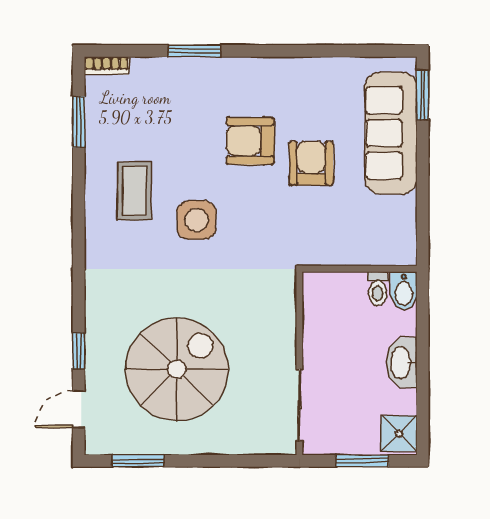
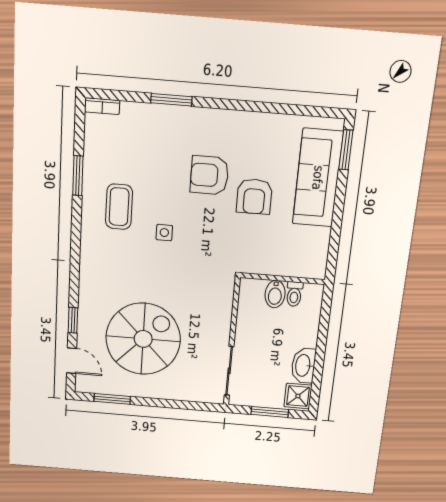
window: (79, 122) -> (78, 176), moved
armchair: (311, 163) -> (254, 197), turned 180
side table: (196, 220) -> (164, 233), width x0.54, depth x0.54
bidet: (404, 291) -> (275, 294), moved
washbasin: (402, 362) -> (303, 365), moved
door: (79, 409) -> (72, 361), swing flipped

